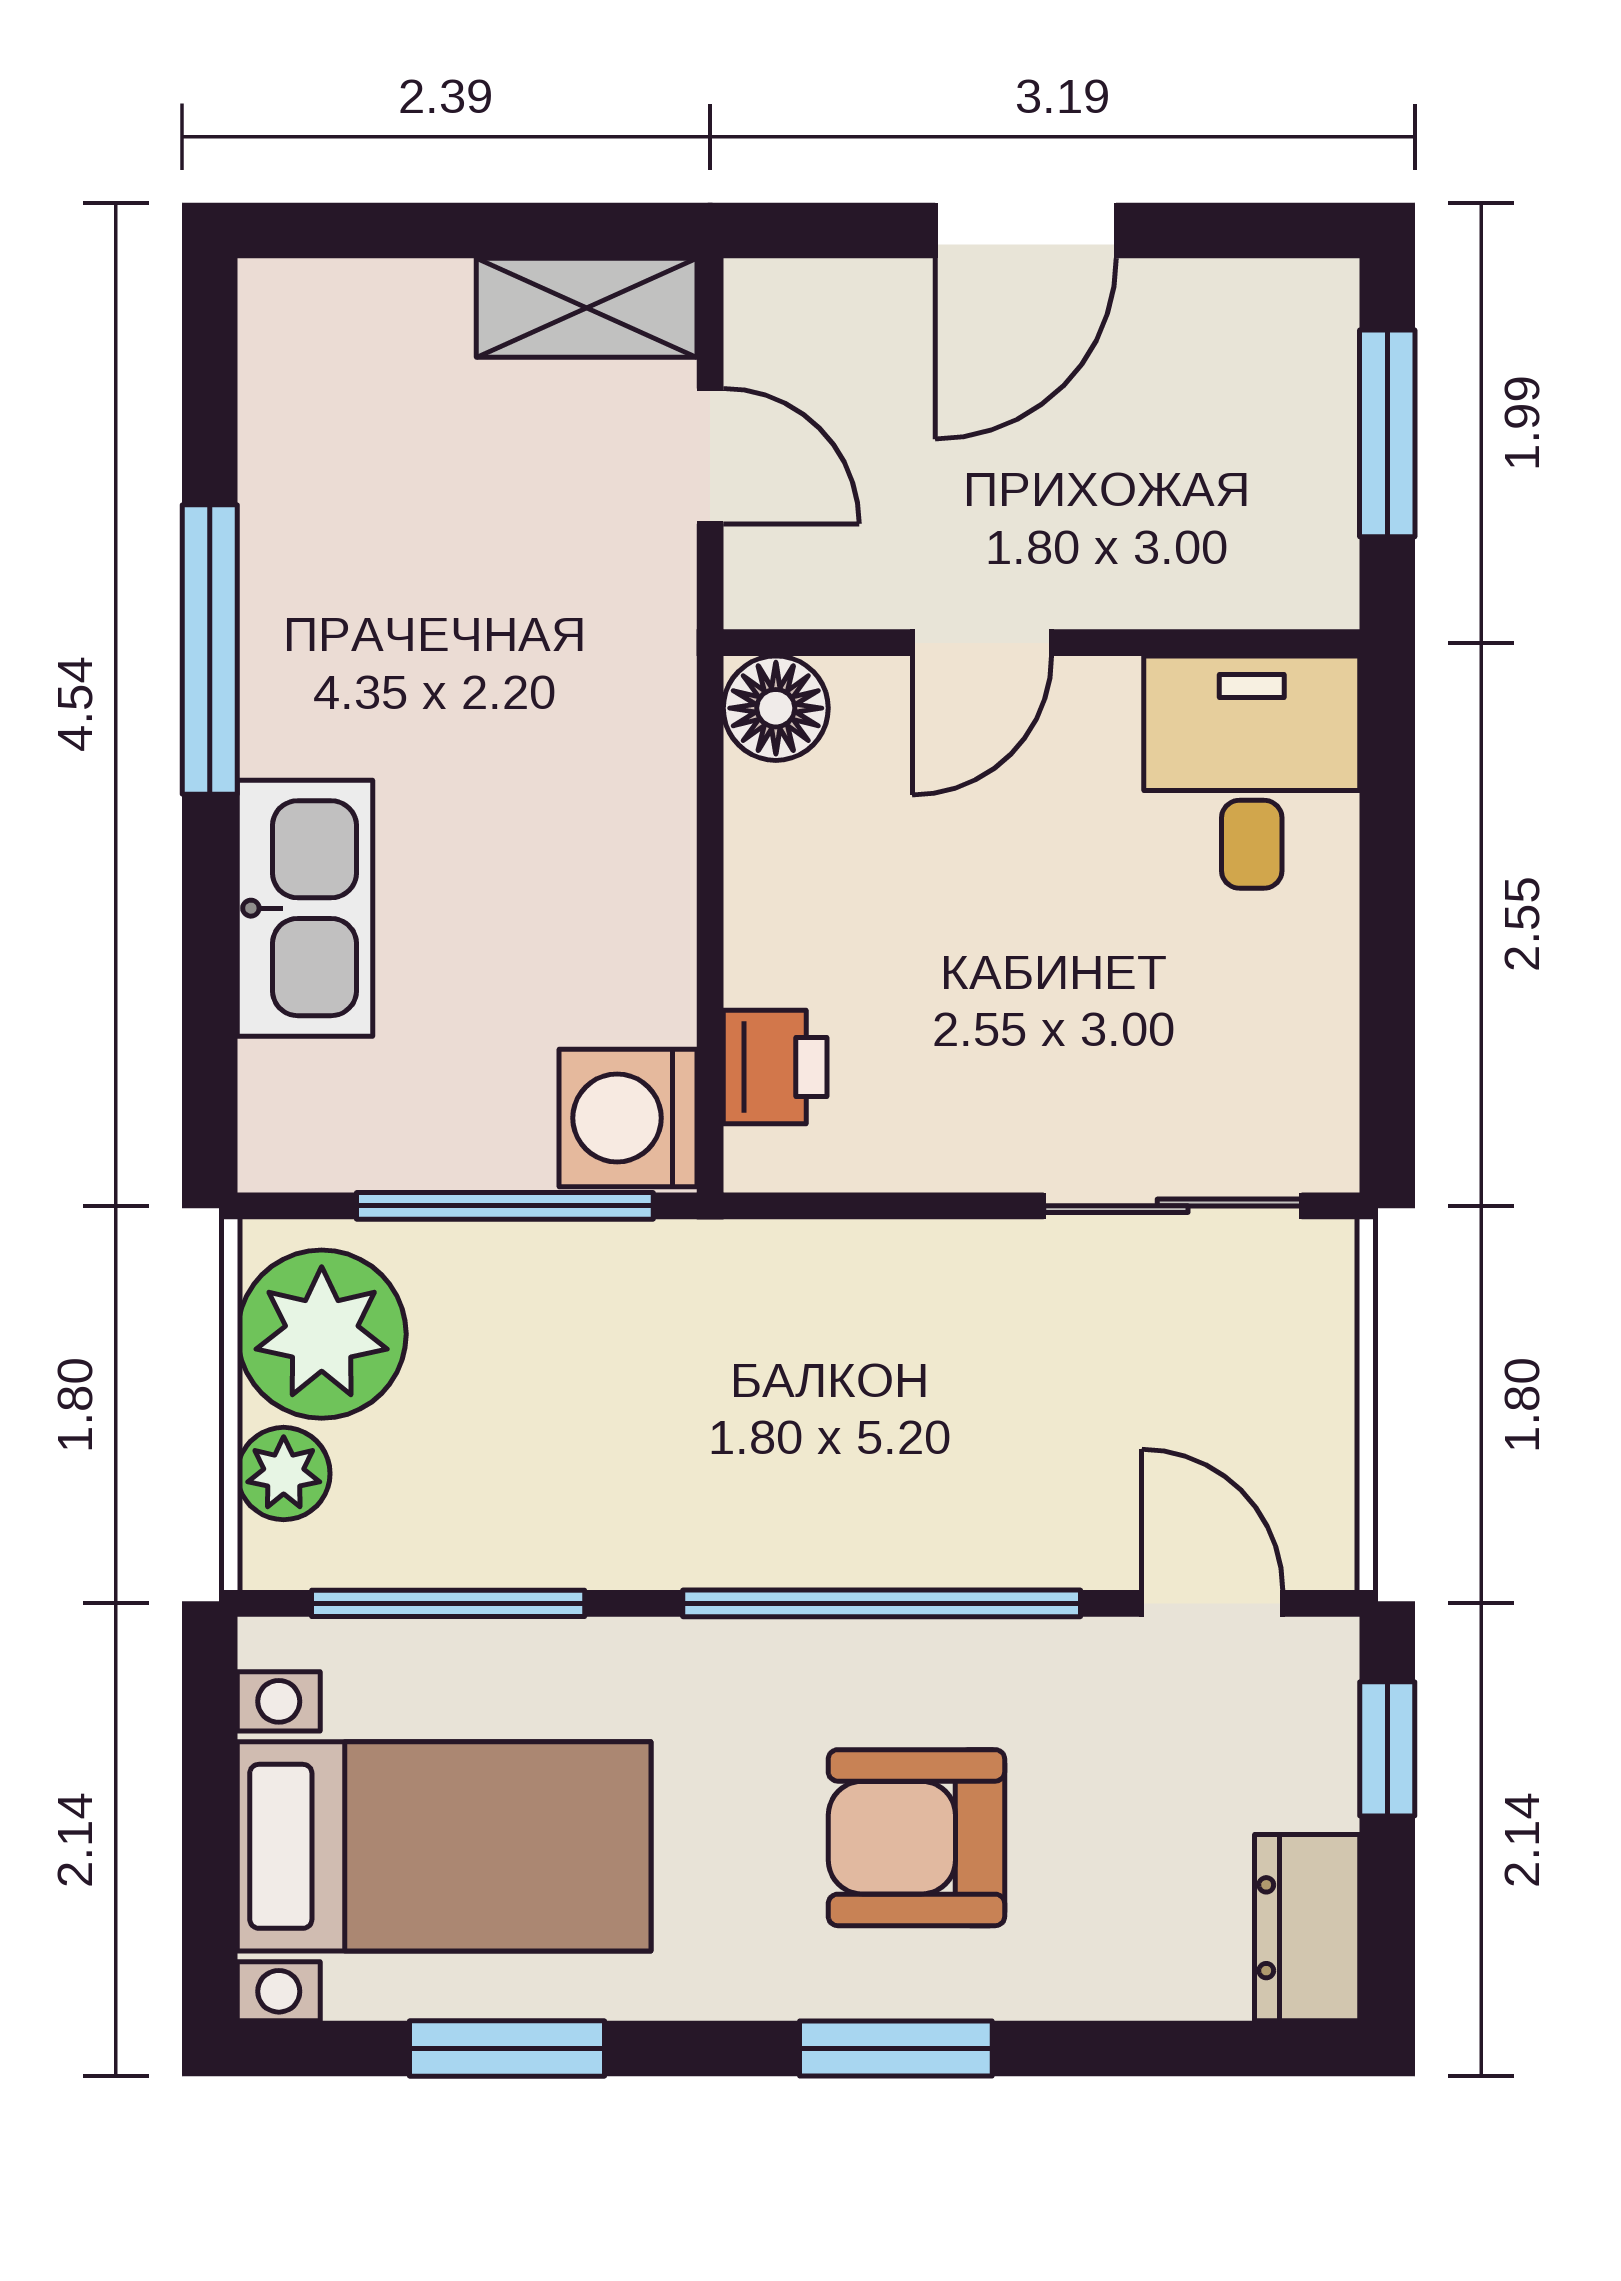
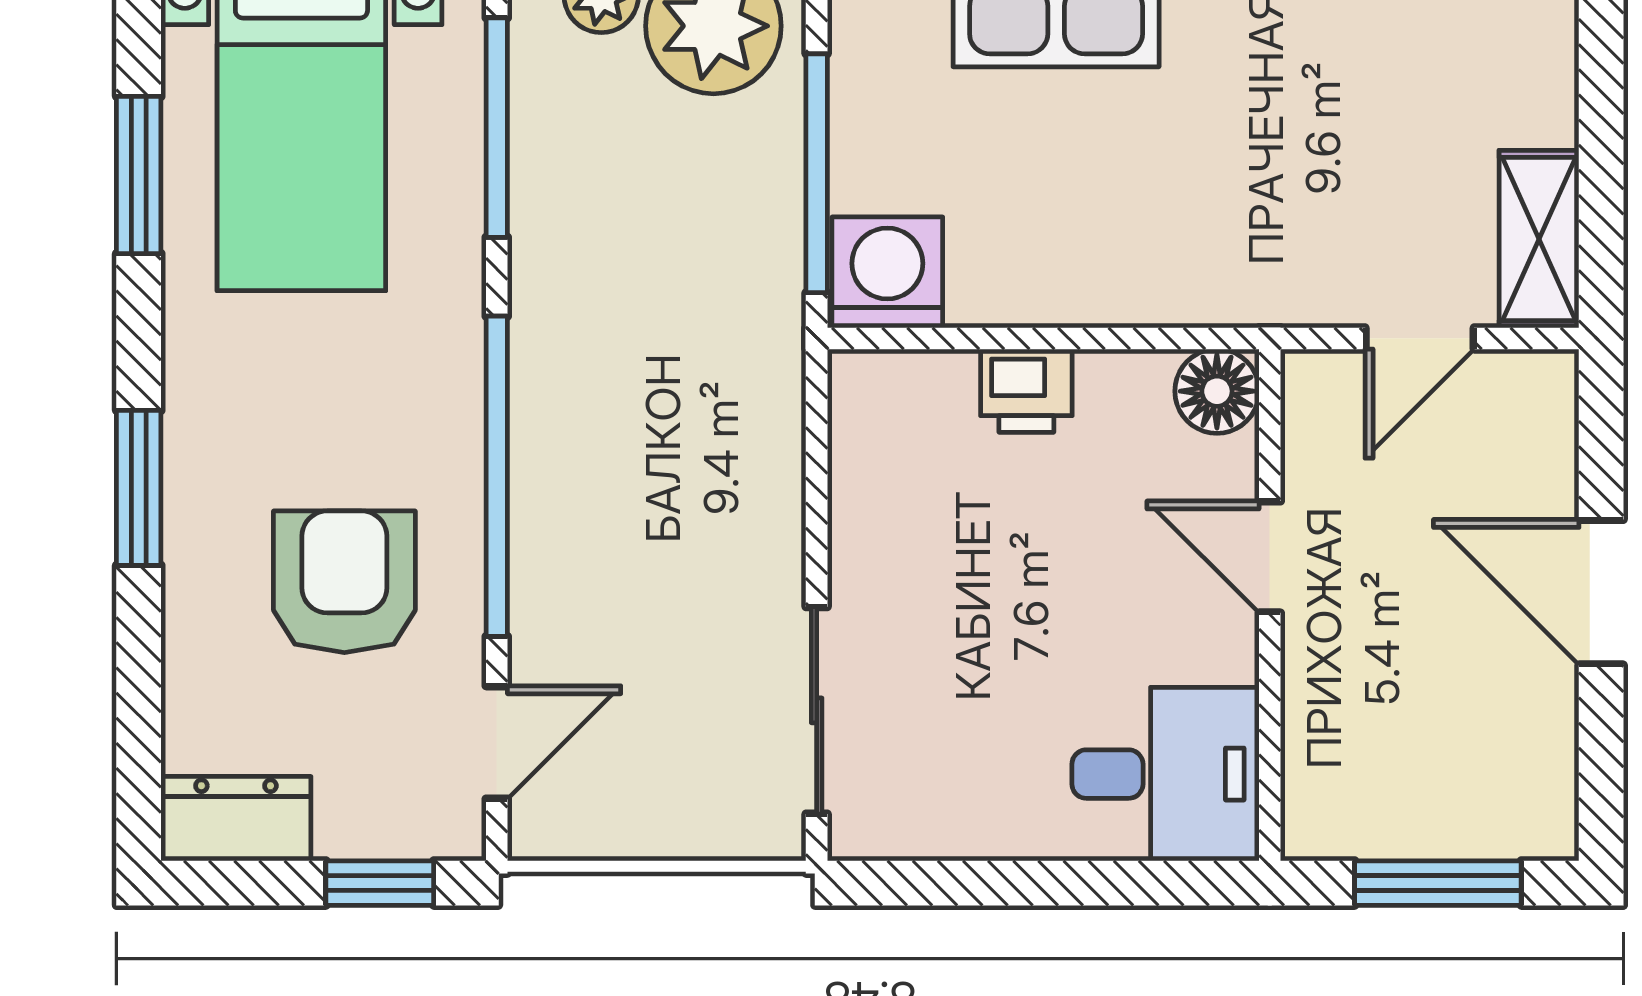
printer: (775, 1067) -> (1026, 391), moved
armchair: (916, 1838) -> (344, 582), moved

